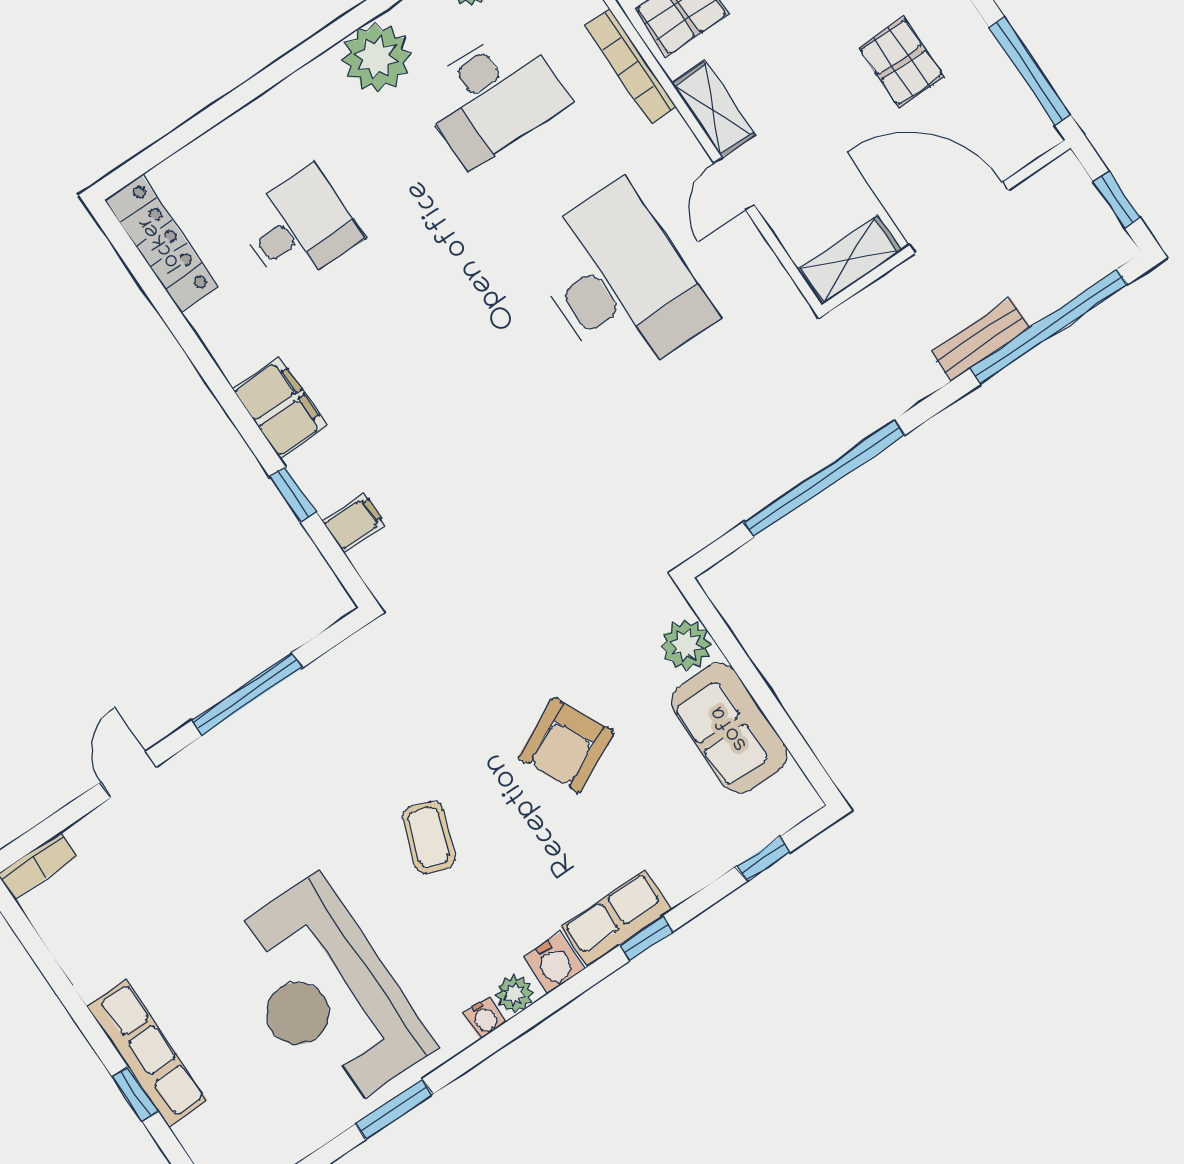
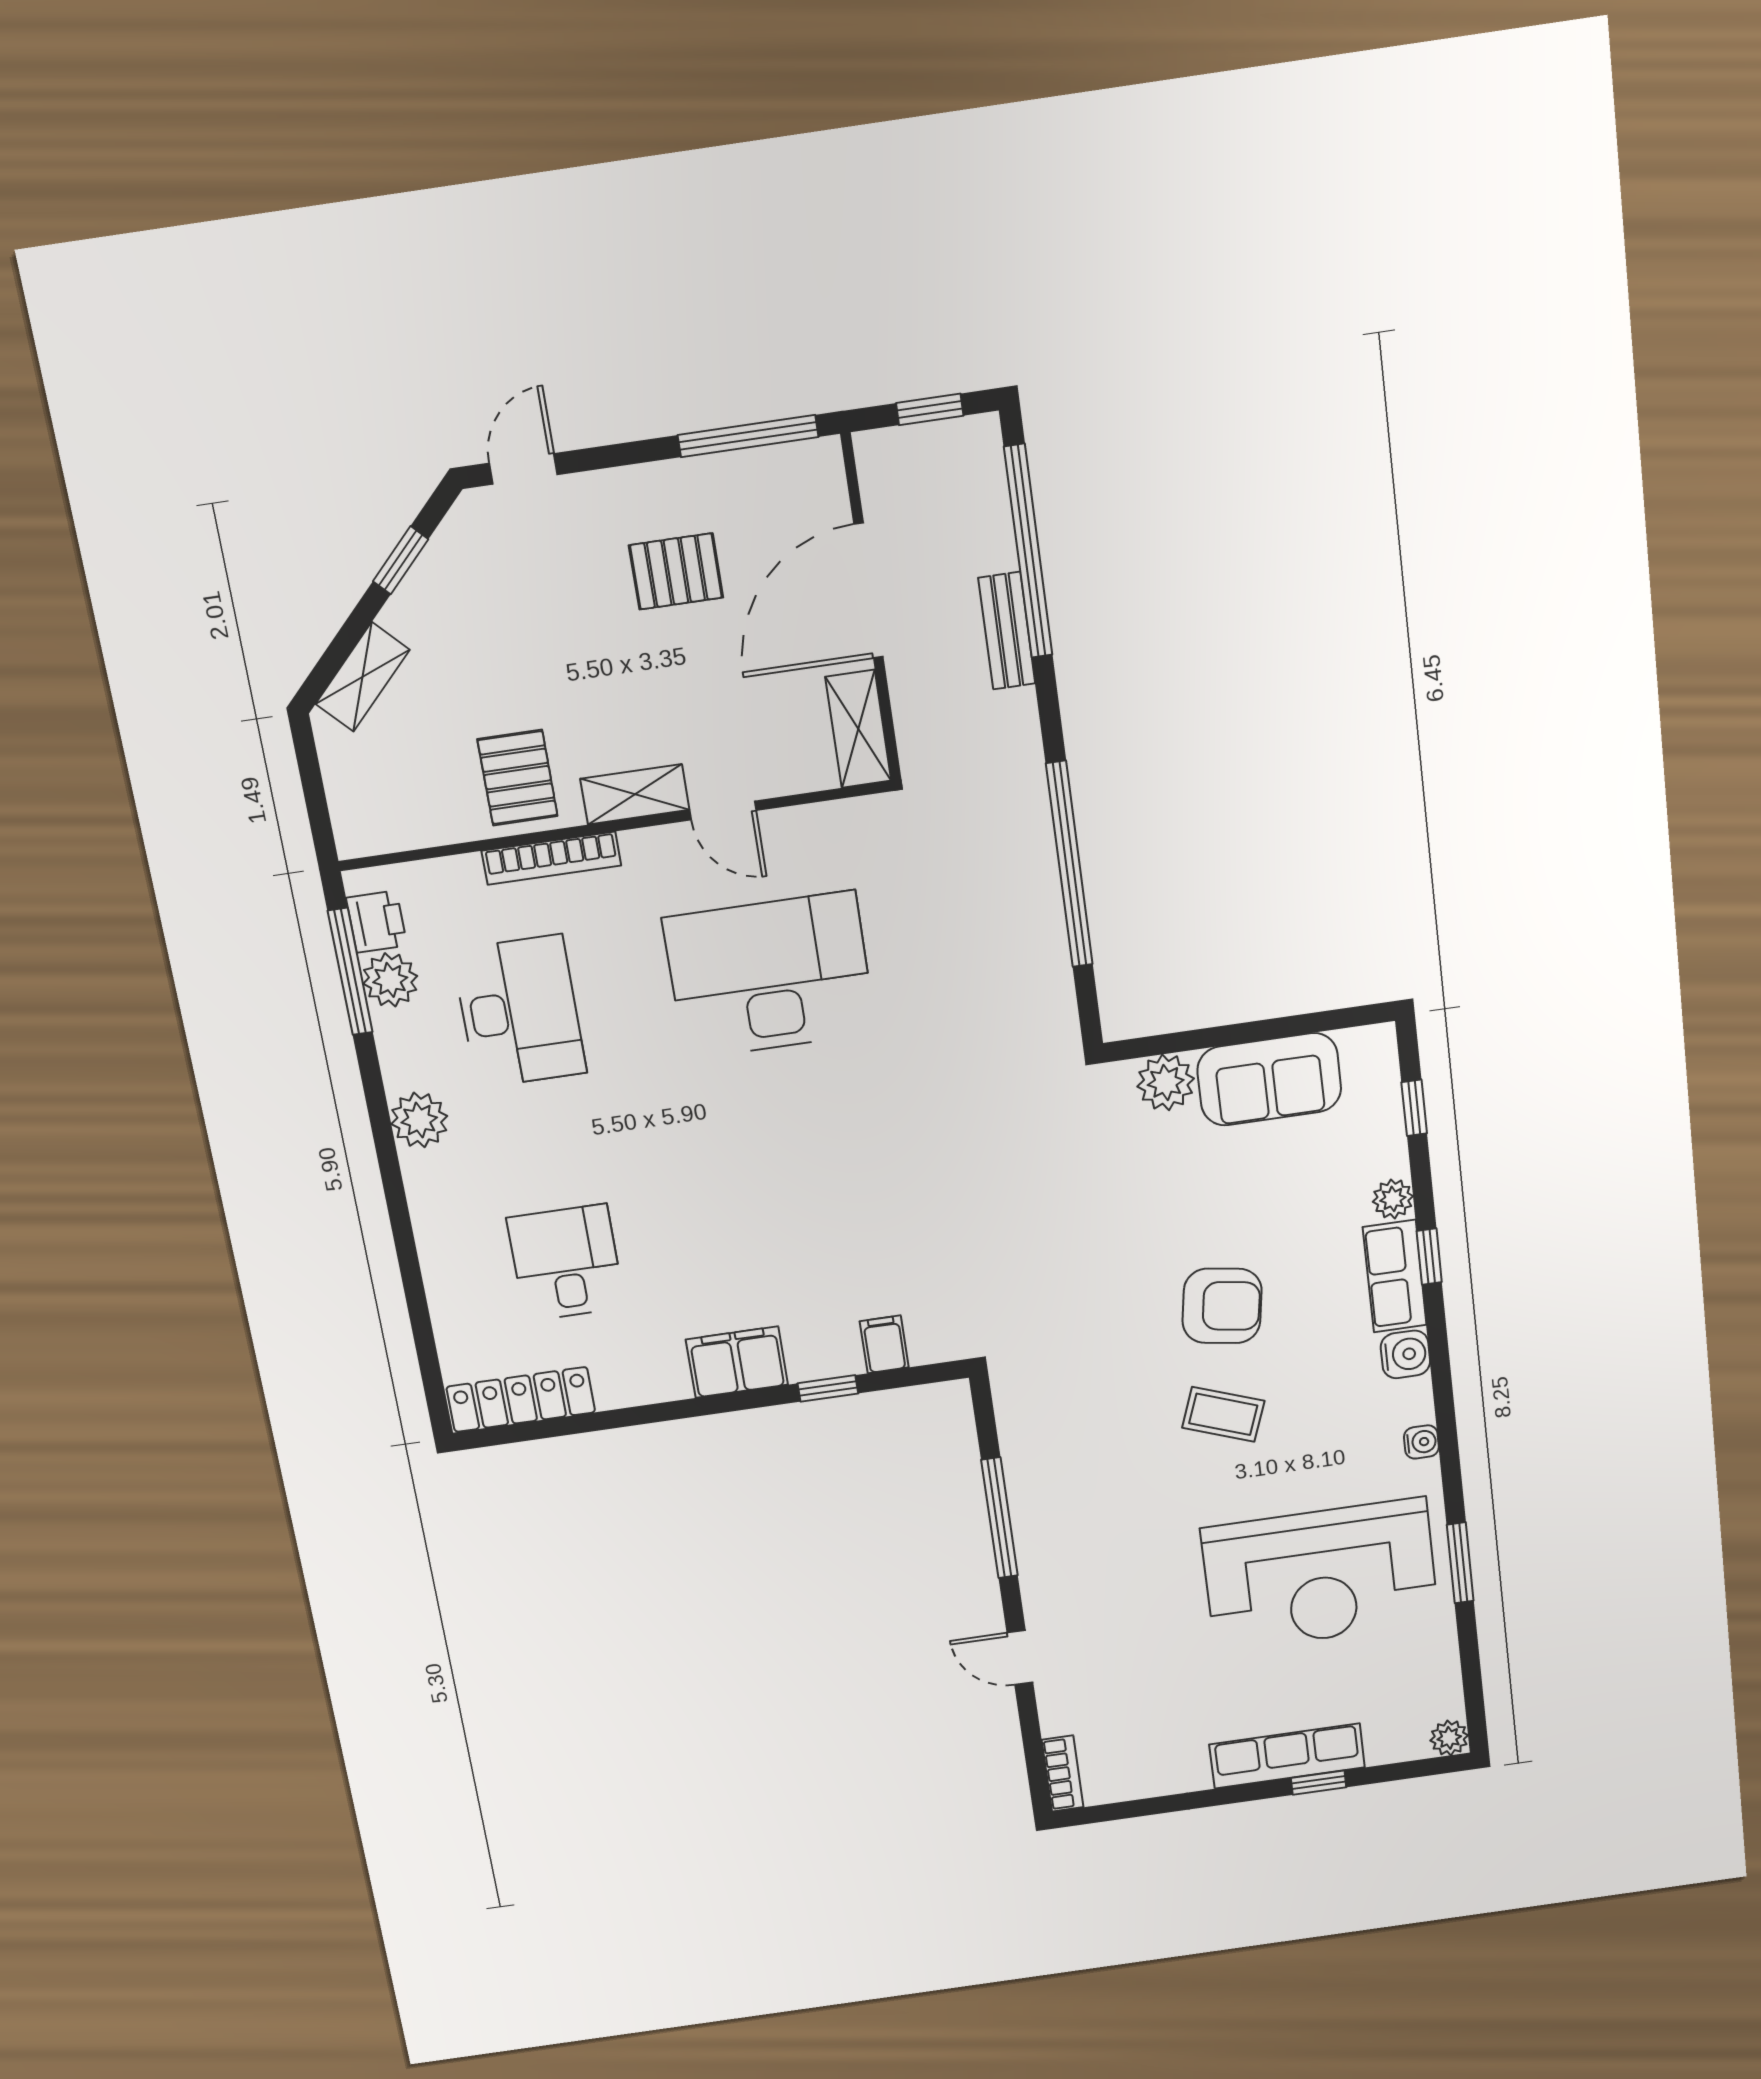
plant: (377, 57) -> (419, 1120), width x0.73, depth x0.73
armchair: (566, 745) -> (1222, 1306), moved, turned -55
plant: (514, 994) -> (1393, 1199), moved

